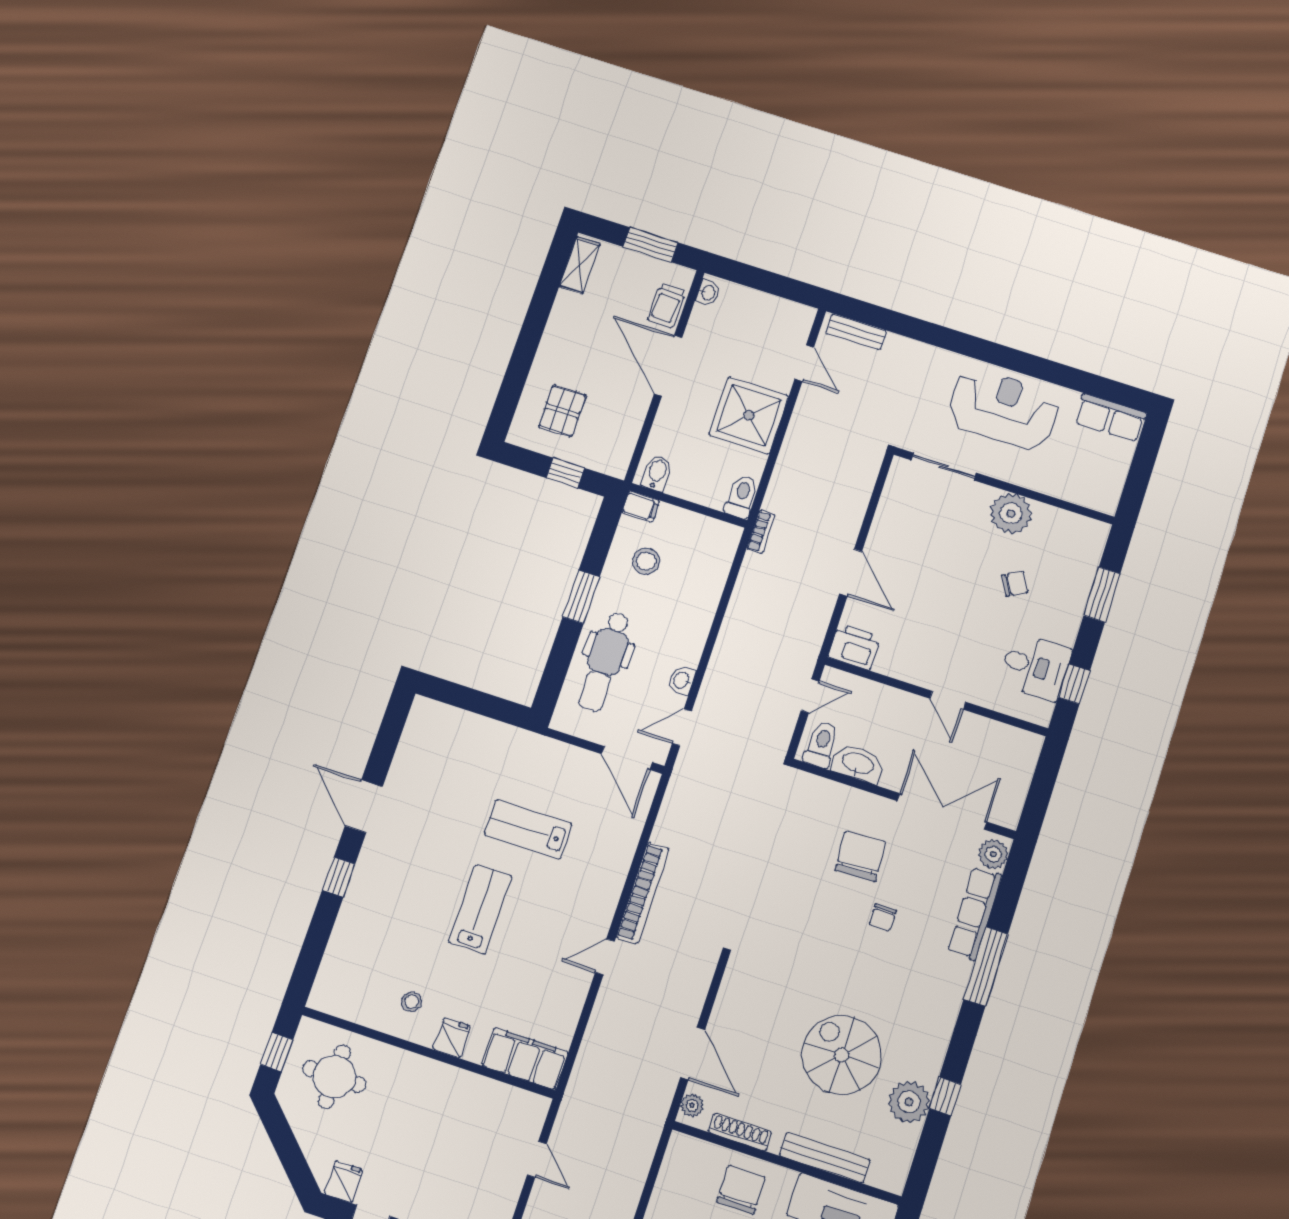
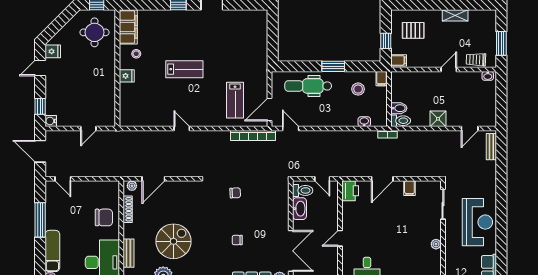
shelving: (580, 265) -> (455, 15), moved
door: (668, 366) -> (449, 69), width x0.53
shower: (749, 415) -> (438, 119), width x0.54, depth x0.54
filing cabinet: (615, 460) -> (399, 60), added
bidet: (657, 473) -> (399, 108), moved
plant: (1011, 513) -> (436, 244), width x0.53, depth x0.53
filing cabinet: (889, 524) -> (409, 188), added
chair: (1015, 584) -> (401, 251), removed
washbasin: (682, 680) -> (364, 122), moved
lab bench: (528, 829) -> (235, 100), moved, turned 180
chair: (860, 856) -> (235, 193), moved, width x0.54, depth x0.54
bookcase: (643, 893) -> (253, 135), moved
filing cabinet: (525, 1059) -> (128, 27), moved
bench: (825, 1158) -> (128, 253), width x0.73

